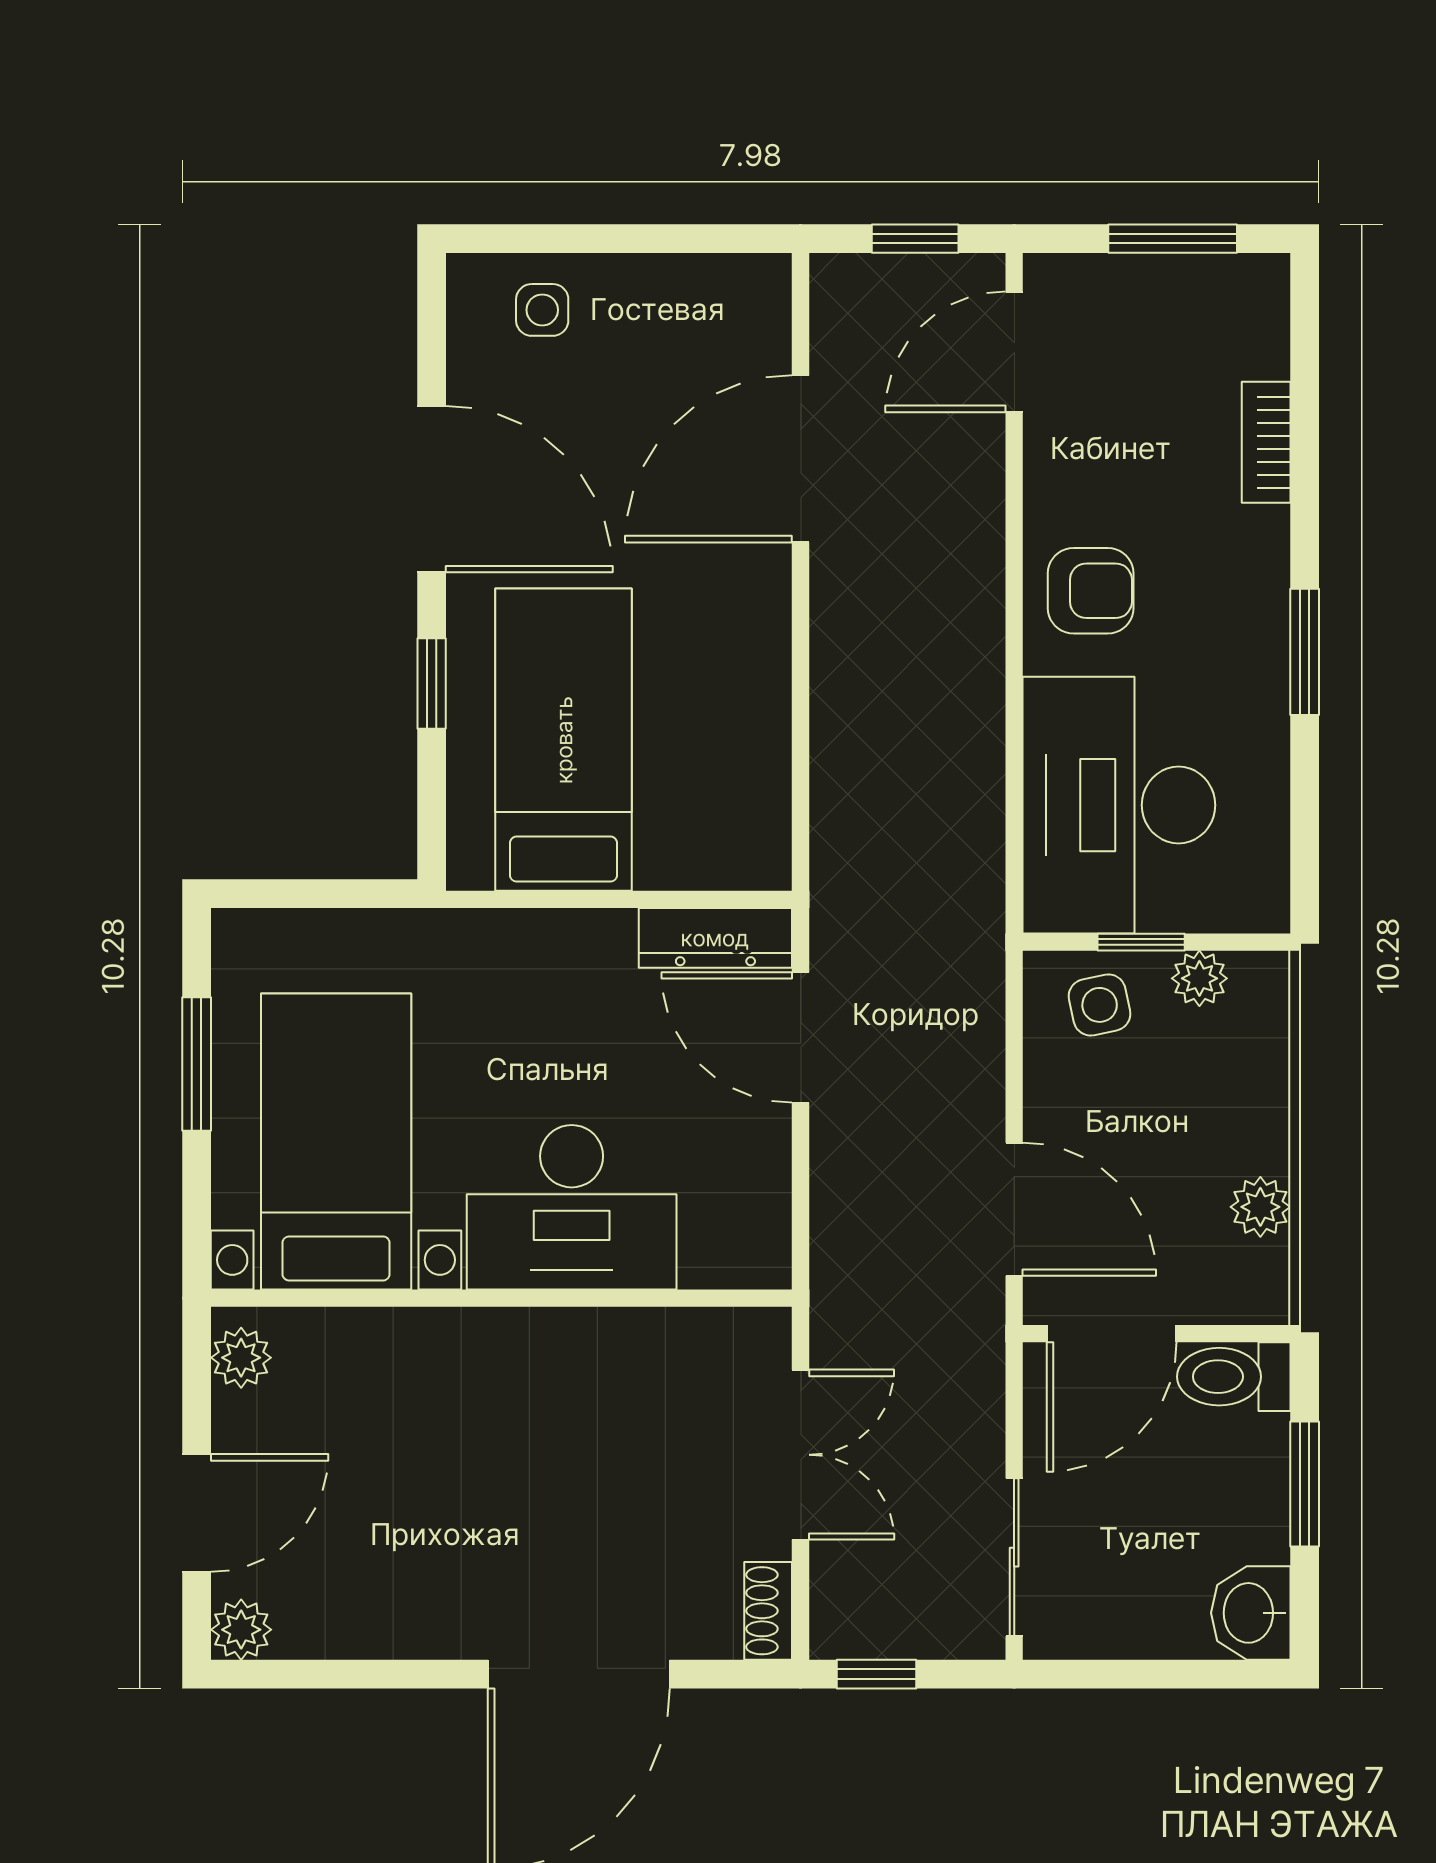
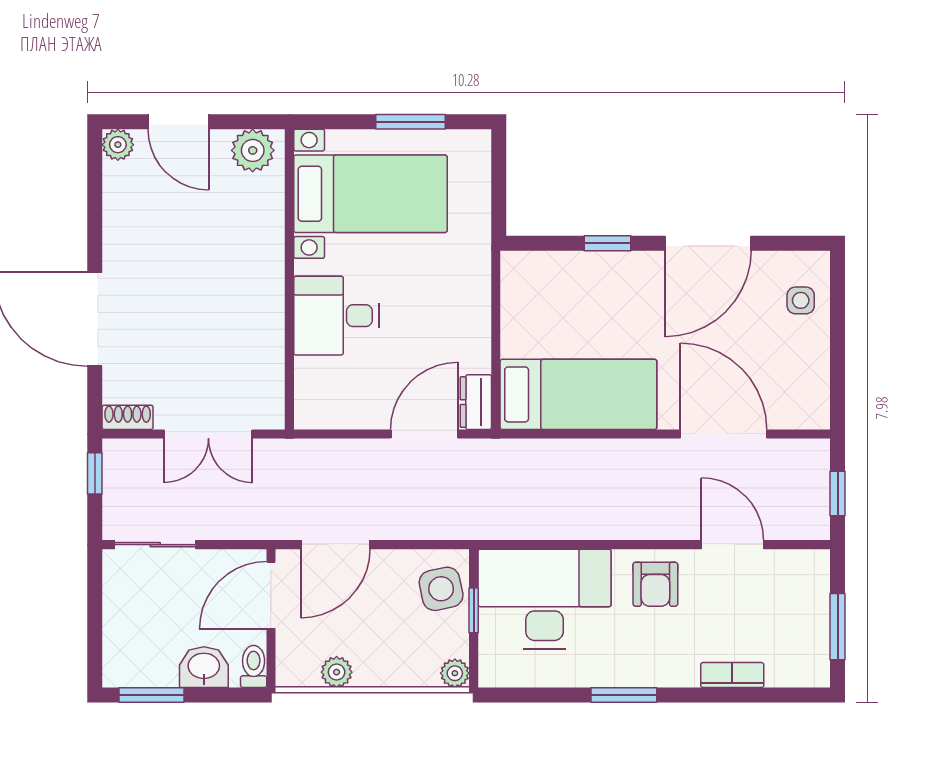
door: (1014, 352) -> (733, 545), moved
bed: (564, 740) -> (578, 394), moved
dresser: (715, 938) -> (476, 402), width x0.70
plant: (1199, 978) -> (455, 673), moved
side table: (1100, 1005) -> (441, 589), width x1.37, depth x1.37
desk: (572, 1207) -> (336, 316), width x0.73
door: (1112, 1334) -> (271, 595), hinge flipped
plant: (241, 1358) -> (253, 150), width x1.38, depth x1.38
toilet: (1234, 1377) -> (254, 666), width x0.73, depth x0.72
window: (1305, 1484) -> (152, 695), moved
washbasin: (1251, 1613) -> (204, 667), moved

